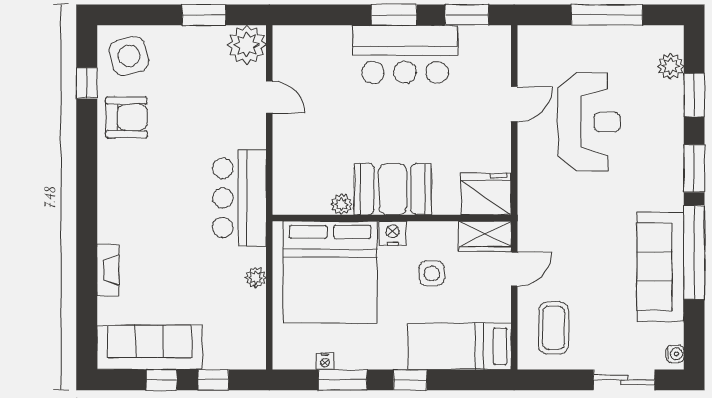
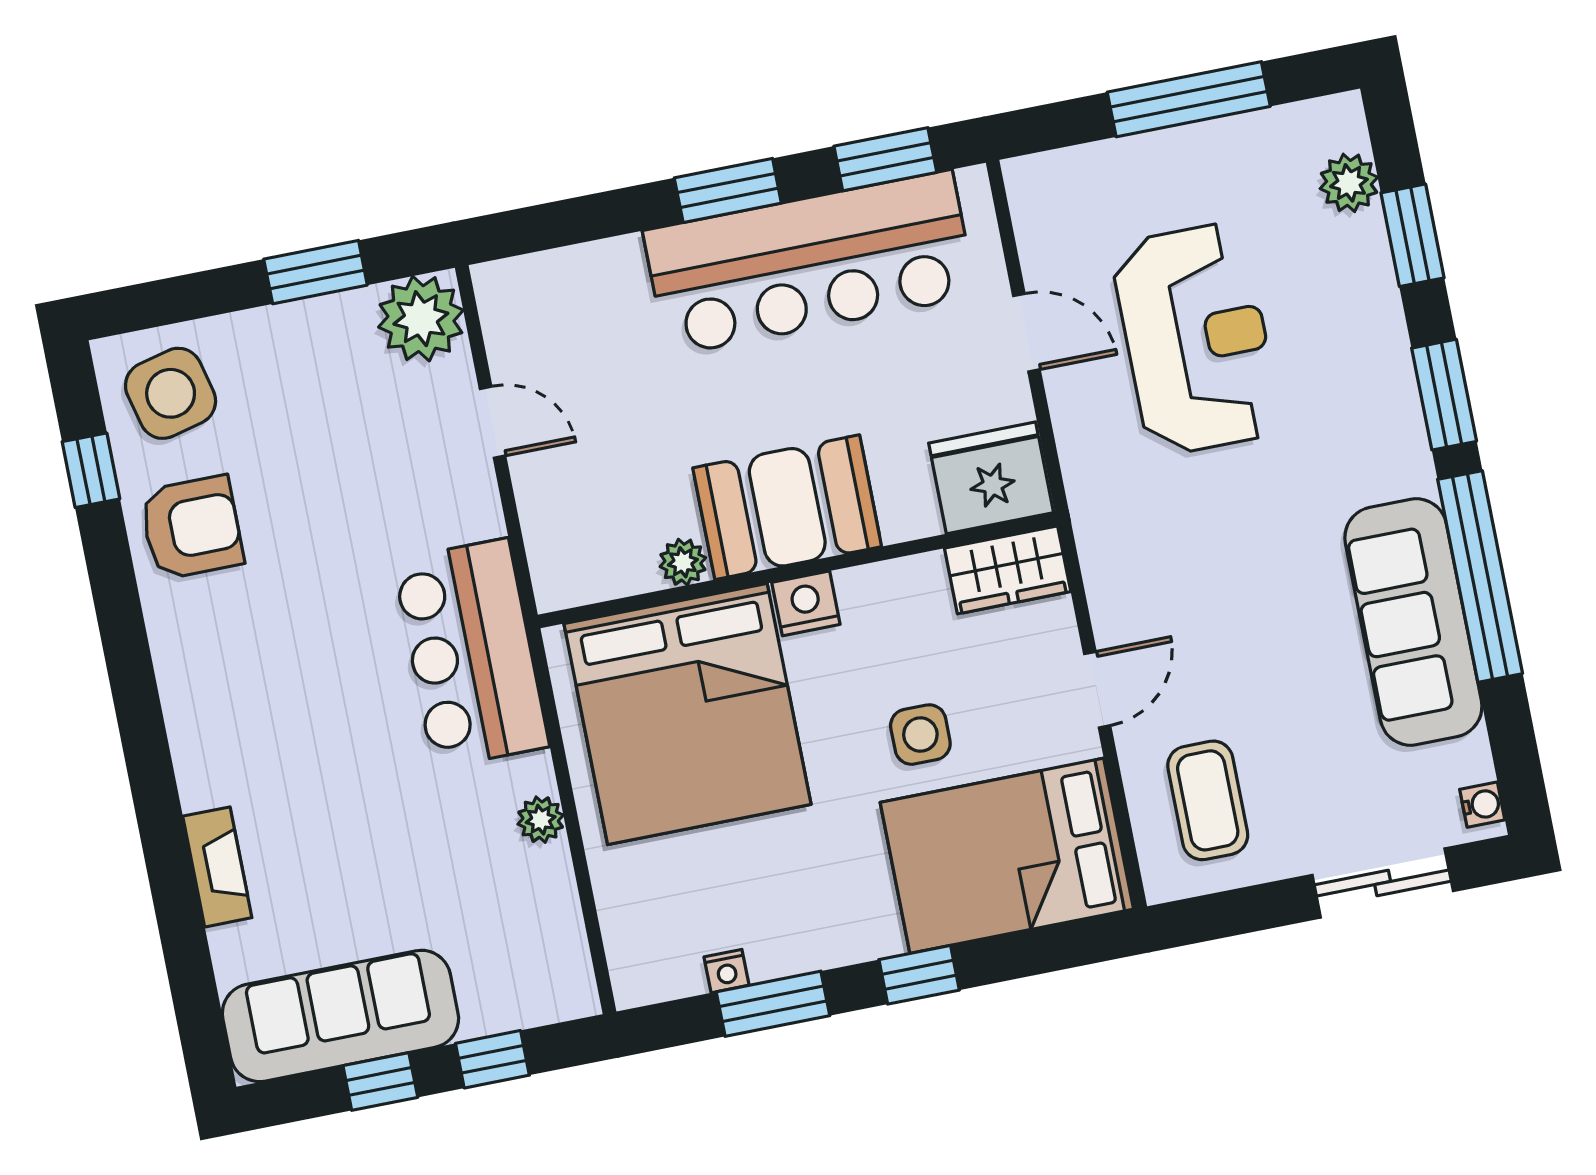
bar counter: (405, 54) -> (810, 263), width x1.36
door: (514, 104) -> (1026, 333), hinge flipped
booth: (393, 189) -> (787, 507), moved
fridge: (486, 194) -> (991, 478), moved
plant: (341, 204) -> (683, 562), moved
wall: (392, 218) -> (798, 570), moved
nightstand: (393, 233) -> (806, 603), moved
wardrobe: (485, 236) -> (1008, 570), moved
bed: (330, 272) -> (687, 714), moved
bed: (460, 346) -> (1007, 856), width x1.50

